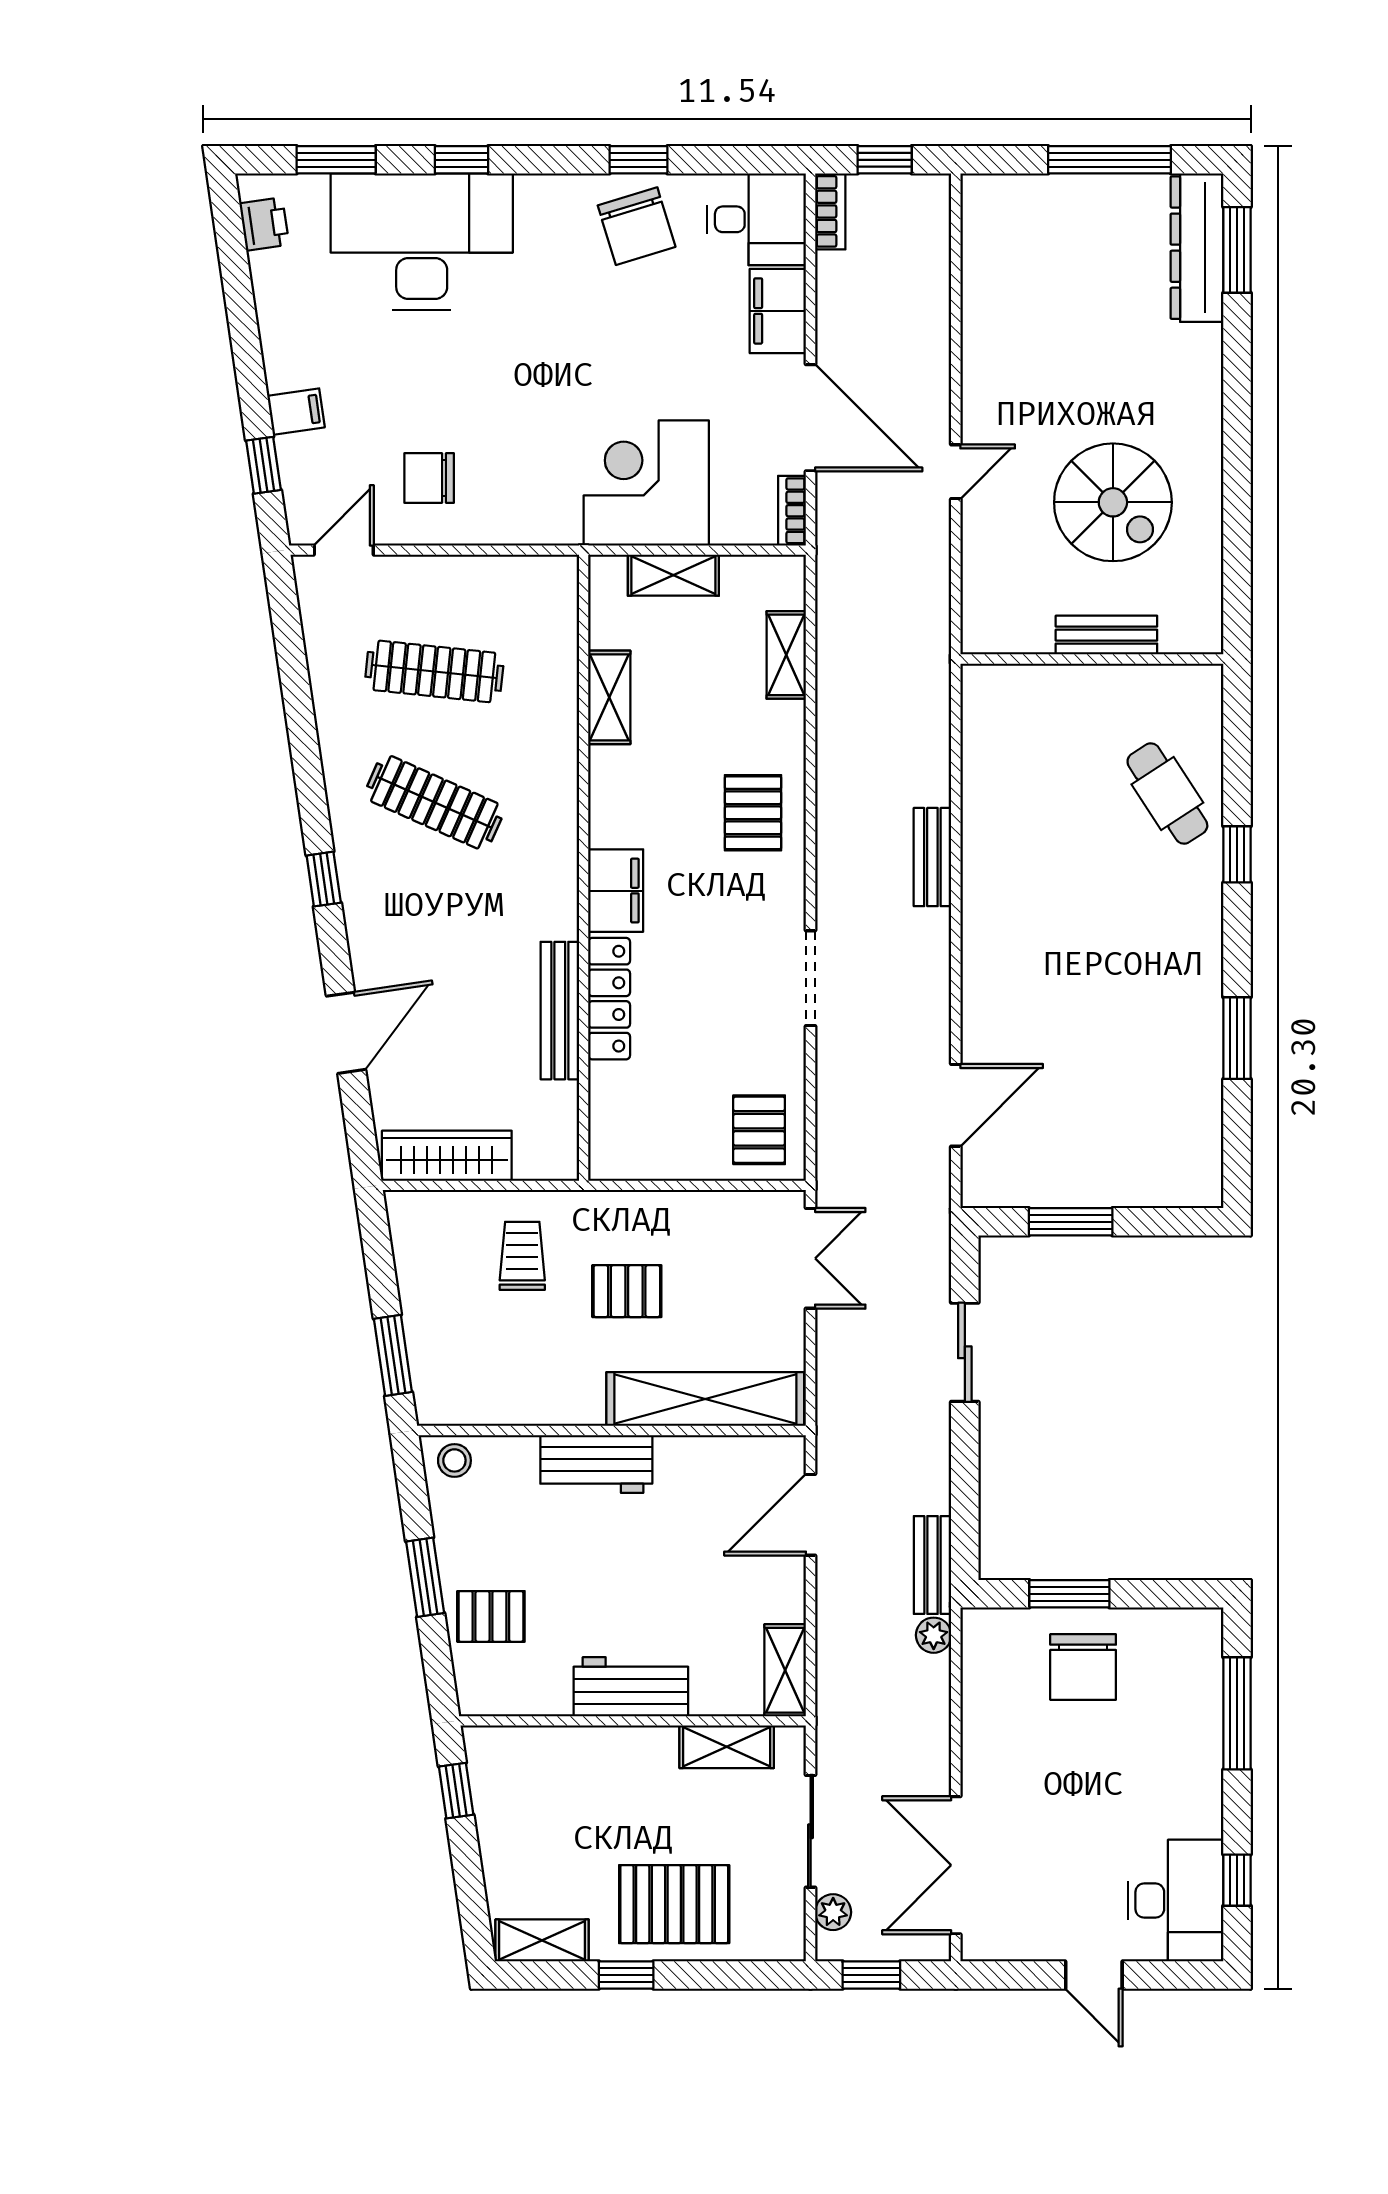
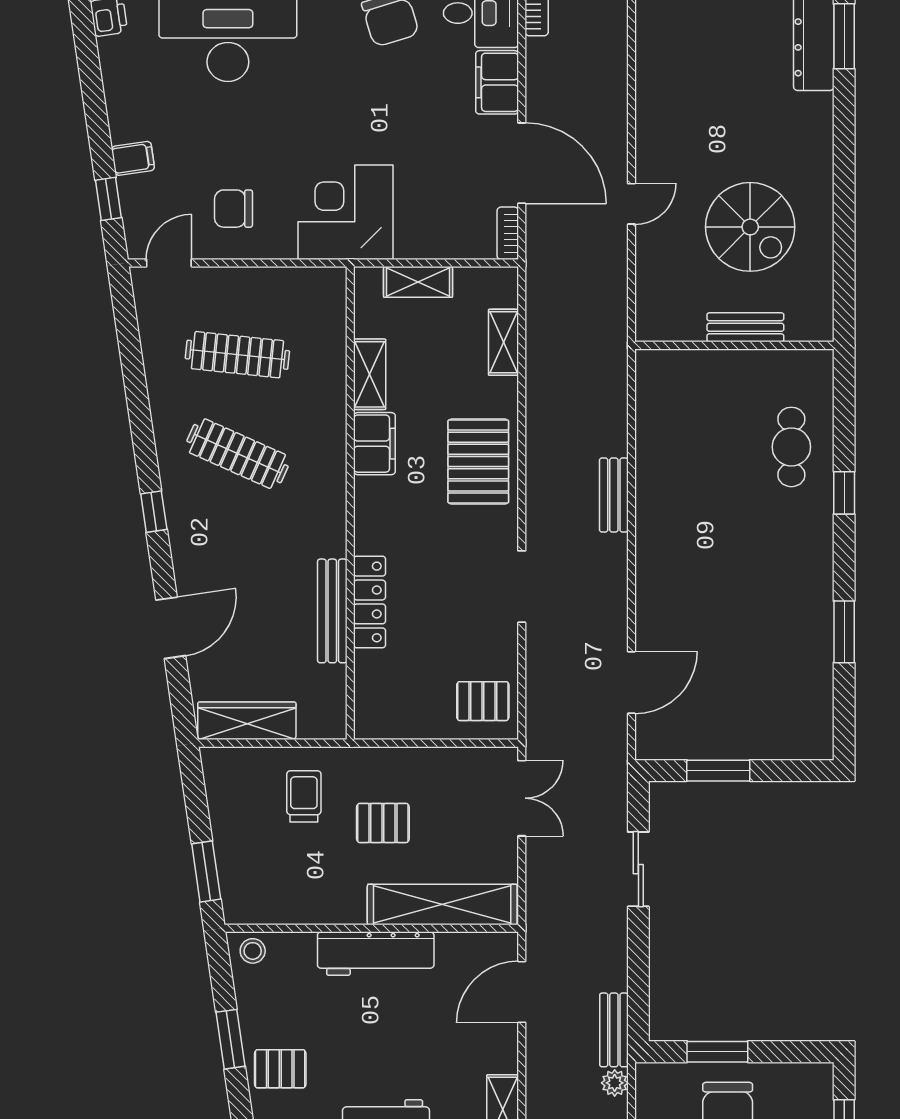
corner desk: (646, 483) -> (345, 212), moved
cafe table: (1167, 794) -> (791, 447), turned 33
pallet: (753, 813) -> (478, 462), width x1.50, depth x1.42
filing cabinet: (616, 891) -> (374, 444), moved
pallet: (759, 1130) -> (483, 701), turned 90
workbench: (596, 1464) -> (376, 954), width x1.38

